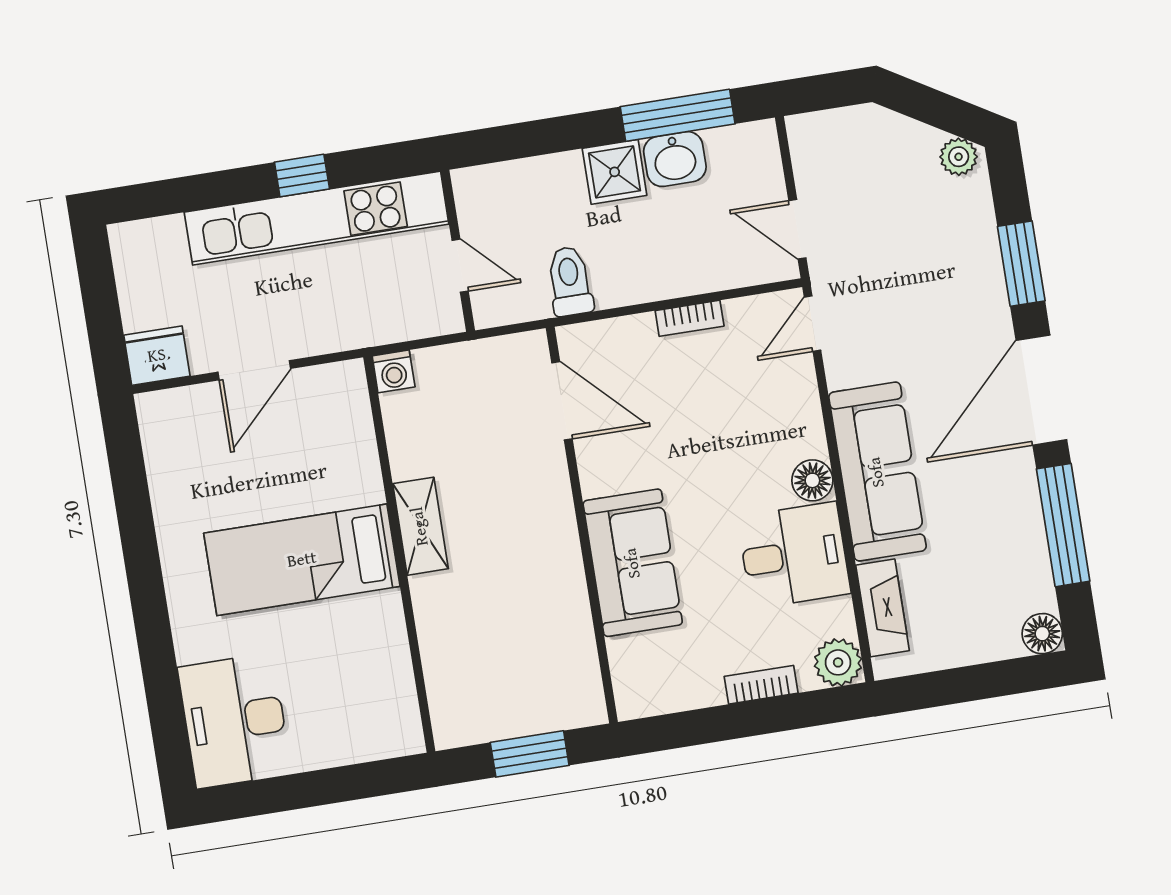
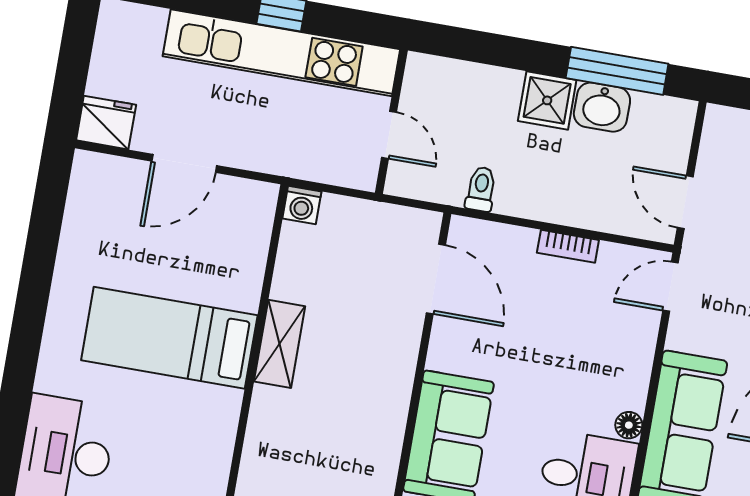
toilet: (570, 281) -> (481, 189), width x0.73, depth x0.72
floor lamp: (812, 480) -> (629, 425), width x0.73, depth x0.73

